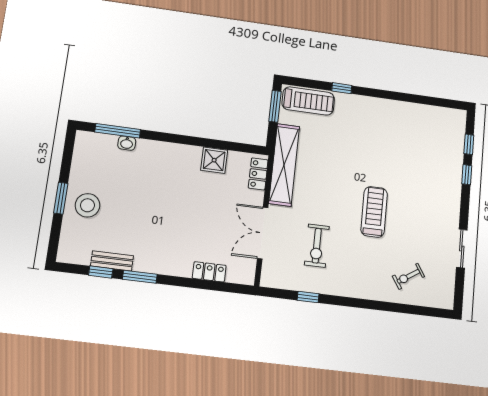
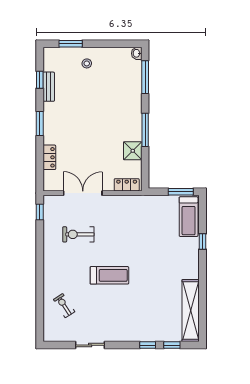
window: (188, 140) -> (145, 130), added
washbasin: (127, 143) -> (137, 53), moved
shelving: (284, 165) -> (191, 311), moved, turned 90
window: (61, 198) -> (71, 44), moved
stool: (87, 205) -> (87, 63), width x0.53, depth x0.53
window: (140, 277) -> (40, 123), moved
window: (308, 297) -> (40, 212), moved

